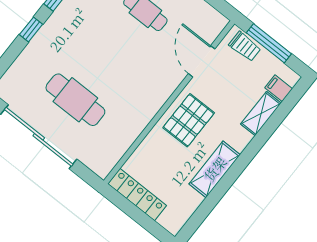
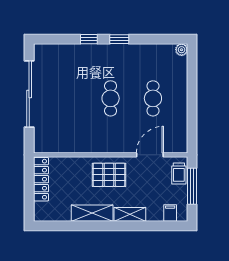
cafe table: (75, 100) -> (111, 98), moved, width x0.73, depth x0.74
shelving: (261, 114) -> (130, 214), moved

